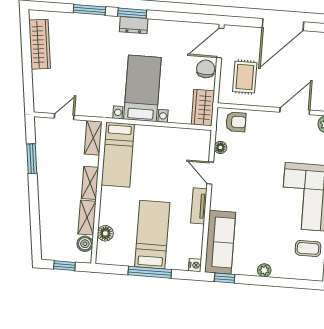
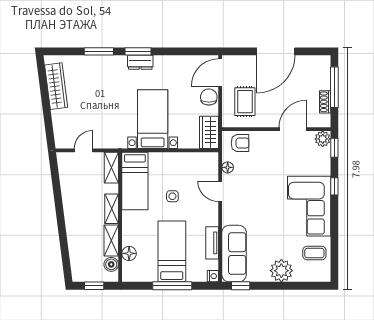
window: (32, 159) -> (57, 191), removed
side table: (158, 174) -> (172, 196), added
tv unit: (199, 206) -> (212, 243), moved
plant: (264, 270) -> (281, 271), width x1.88, depth x1.88

